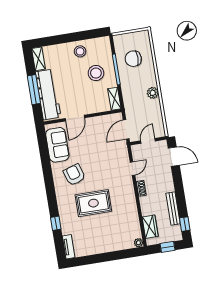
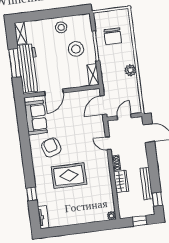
chair: (133, 59) -> (113, 36), turned -90
door: (133, 169) -> (108, 143), swing flipped
wardrobe: (150, 227) -> (121, 181), moved

